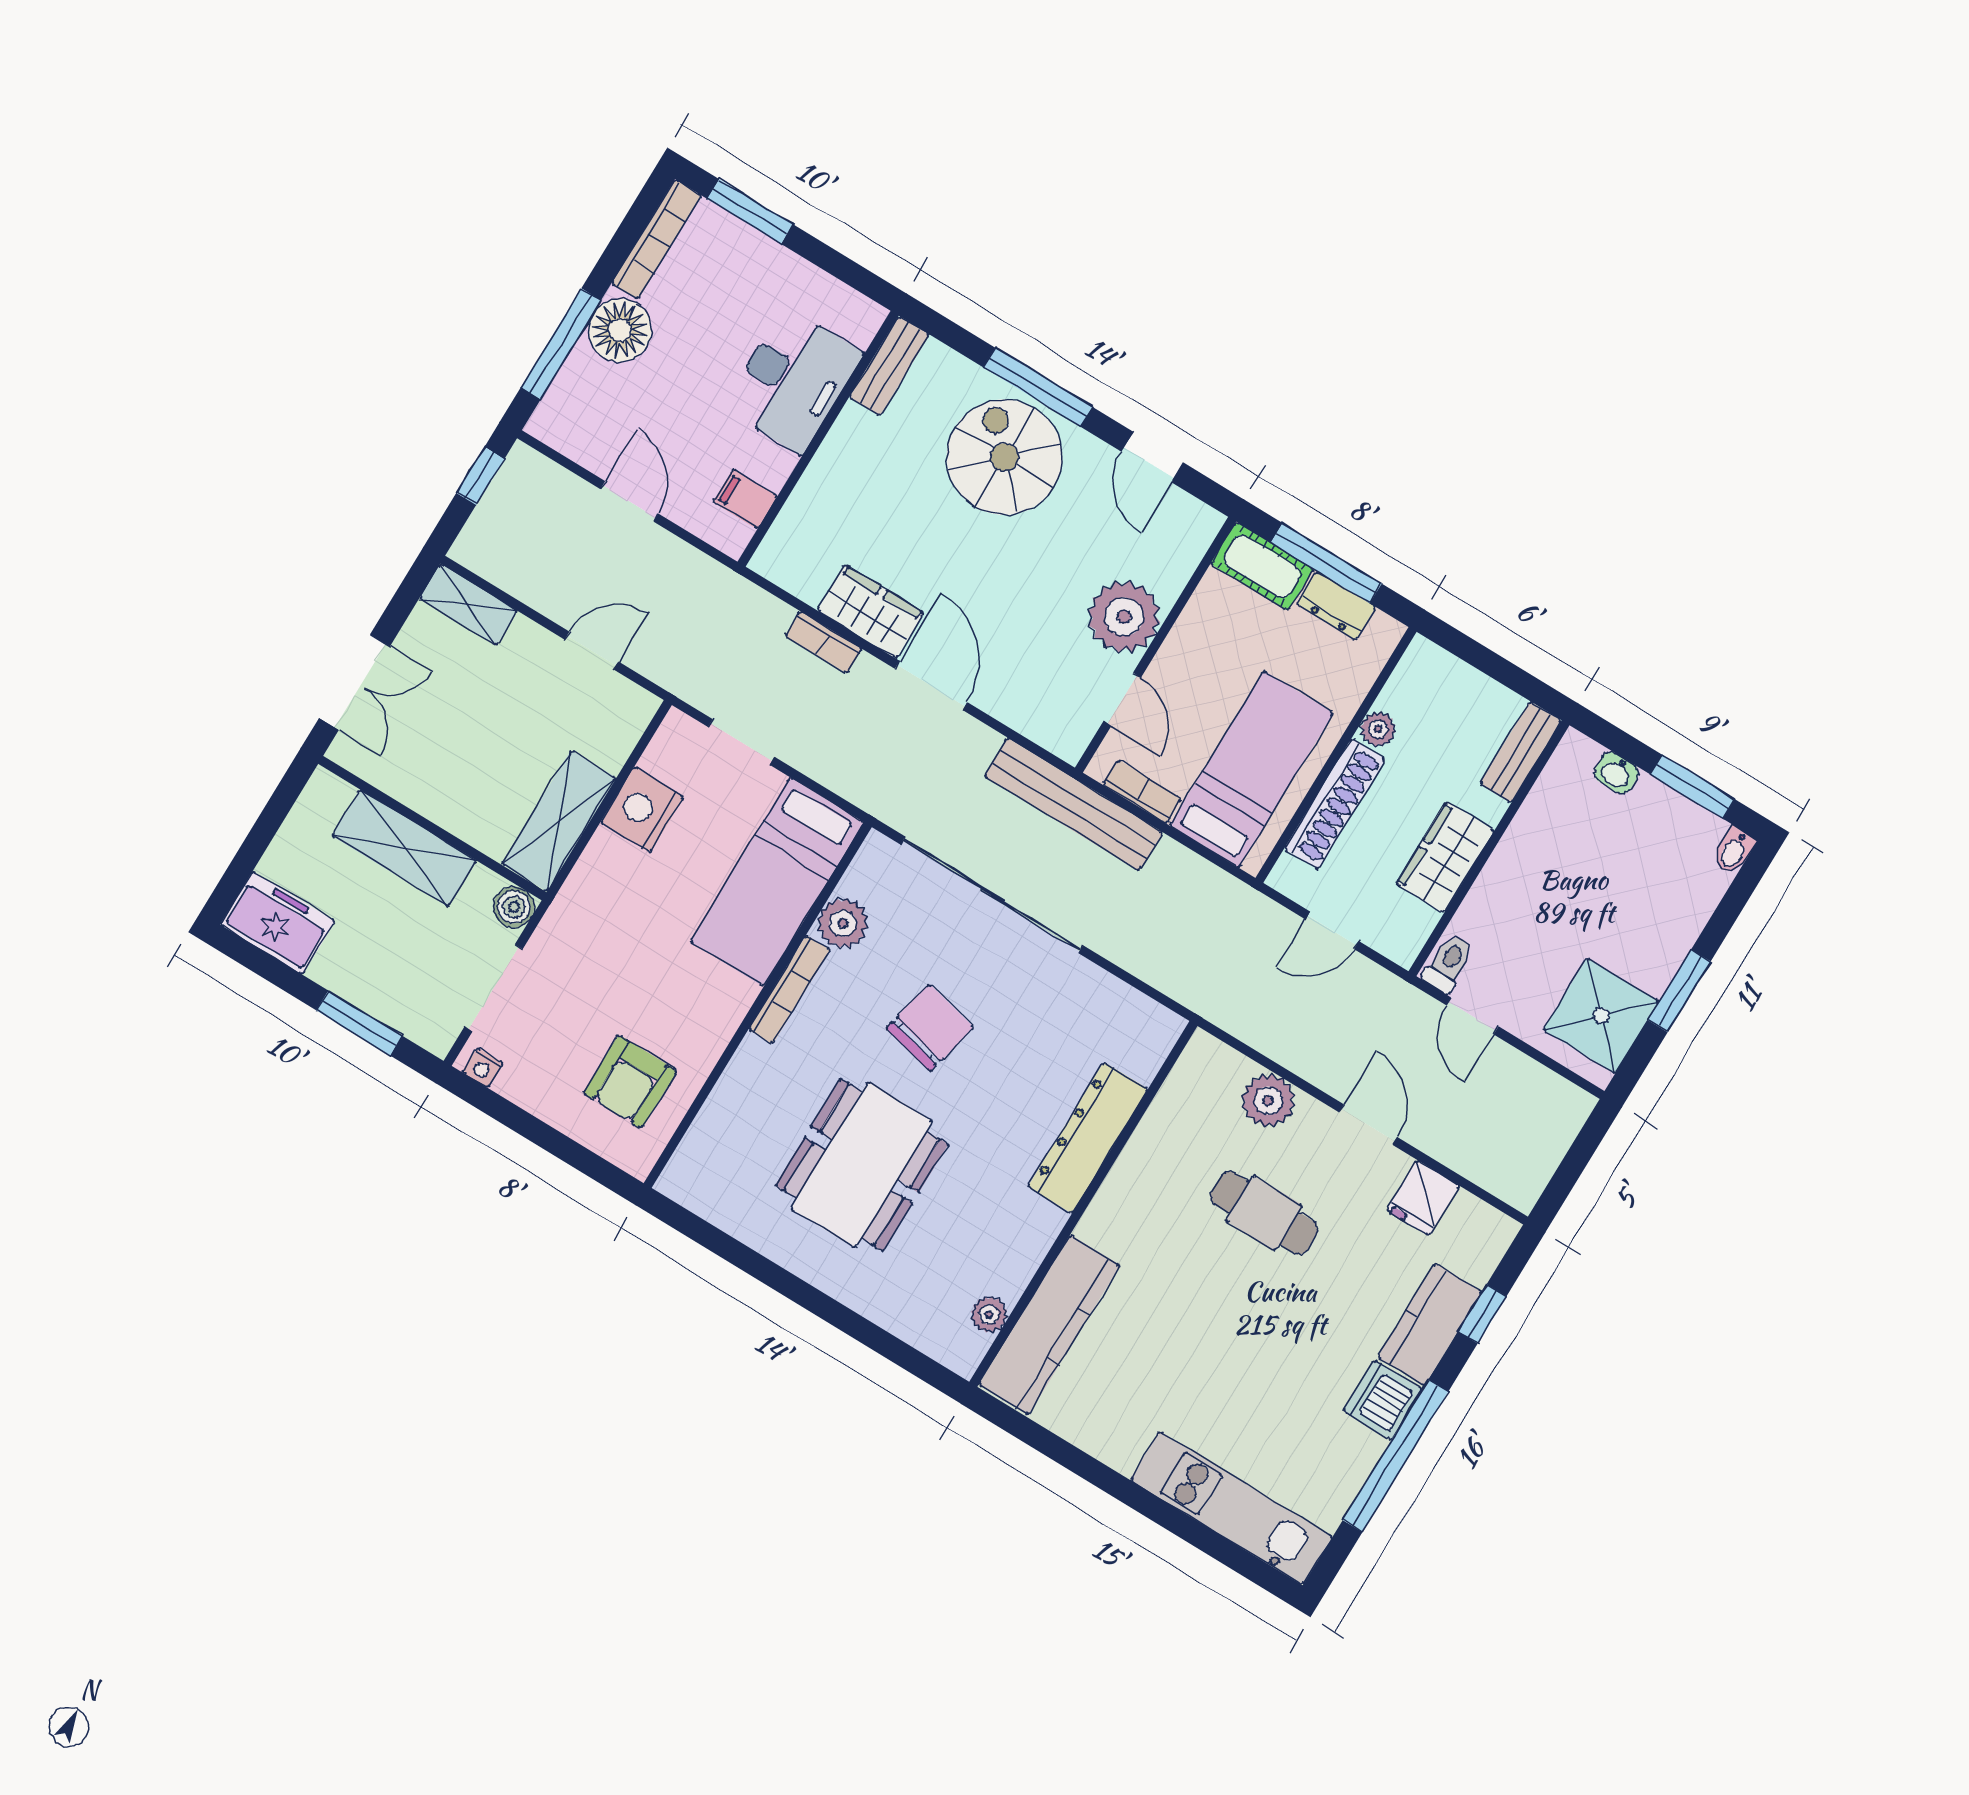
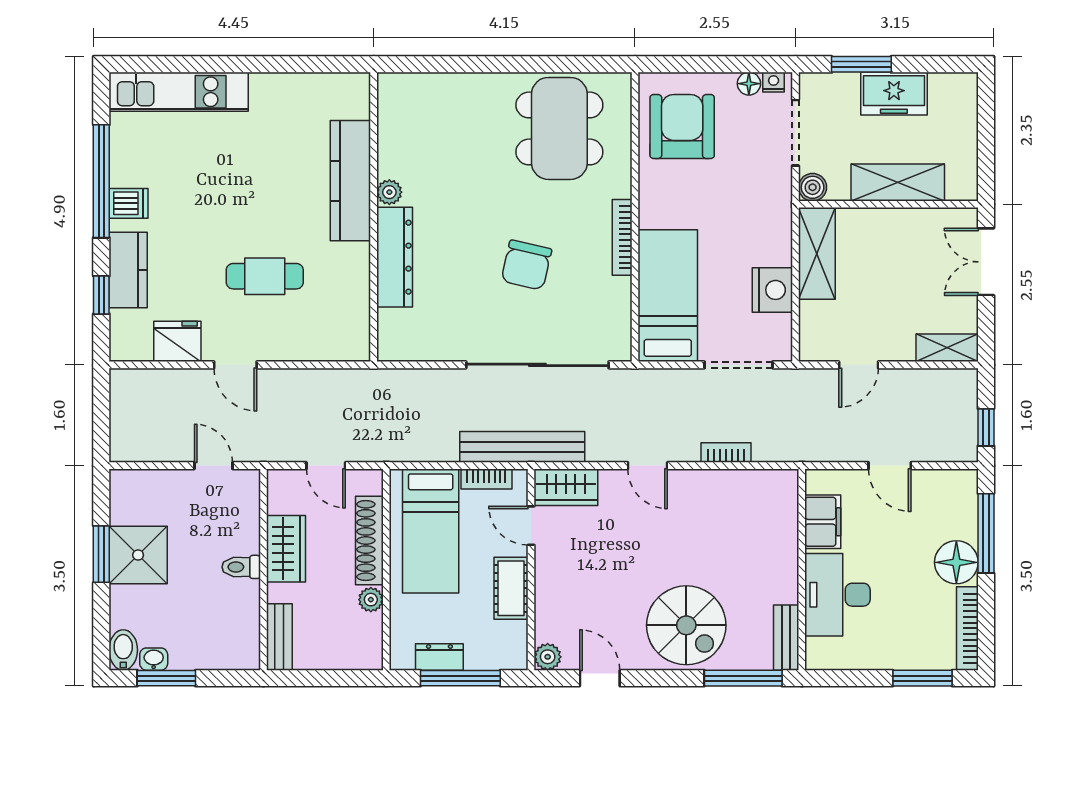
window: (1038, 387) -> (743, 678), moved
filing cabinet: (745, 499) -> (823, 522), width x2.00
cot: (1262, 566) -> (511, 588), moved, turned 90
wardrobe: (871, 612) -> (566, 487), moved
plant: (1124, 617) -> (548, 657), moved, width x0.53, depth x0.53
door: (931, 686) -> (648, 466), width x0.73
doorway: (741, 742) -> (738, 365), width x1.38
washbasin: (1616, 773) -> (154, 659), moved
bidet: (1734, 851) -> (123, 650), width x1.38, depth x1.36
freezer: (278, 923) -> (894, 94), moved
plant: (843, 923) -> (614, 295), removed
door: (1332, 930) -> (326, 466), swing flipped
toilet: (1448, 963) -> (241, 567), moved, turned 90
shower: (1601, 1016) -> (138, 555), moved
armchair: (630, 1082) -> (682, 126), width x1.36, depth x1.36
floor lamp: (514, 1085) -> (749, 84), added
plant: (1268, 1101) -> (302, 343), removed
dining table: (862, 1165) -> (559, 128), moved
fridge: (1423, 1198) -> (177, 341), width x1.38
plant: (989, 1314) -> (389, 192), moved
kitchen counter: (1049, 1325) -> (350, 181), moved
dishwasher: (1383, 1400) -> (129, 203), width x0.73

